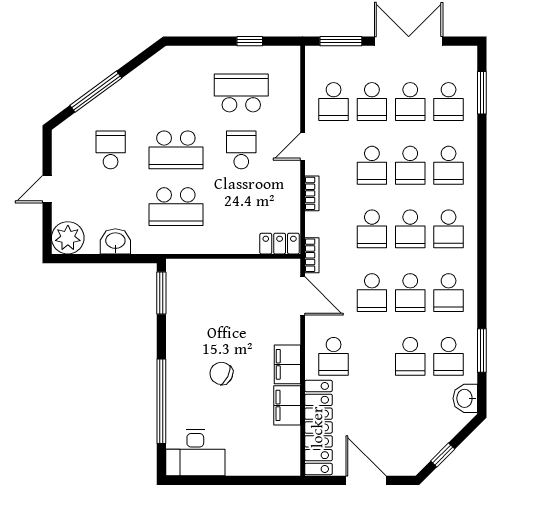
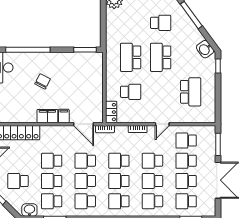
window: (250, 41) -> (218, 66), moved
door: (303, 147) -> (162, 124), swing flipped
school desk: (241, 150) -> (131, 92), moved
washbasin: (115, 241) -> (205, 49), moved, turned 144
door: (303, 296) -> (84, 124), hinge flipped
school desk: (334, 356) -> (52, 161), moved
filing cabinet: (287, 405) -> (64, 116), moved, width x0.50
school desk: (410, 420) -> (18, 181), added

